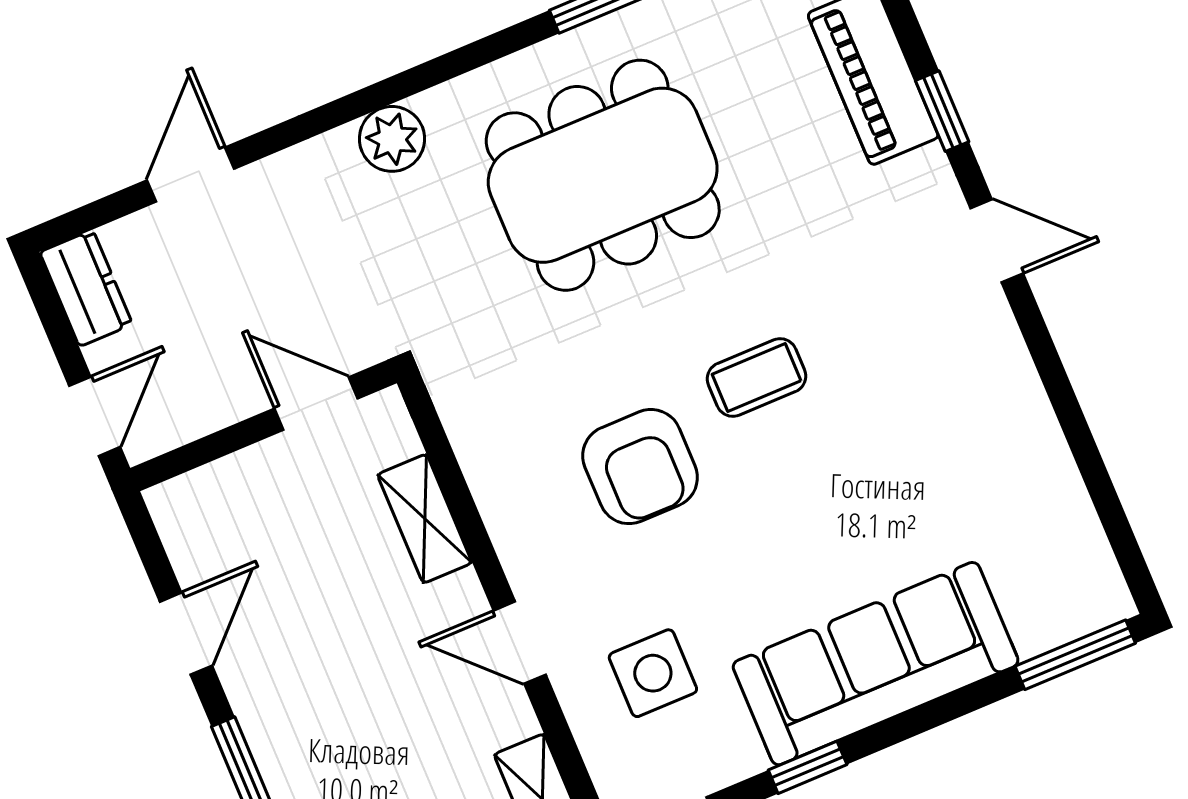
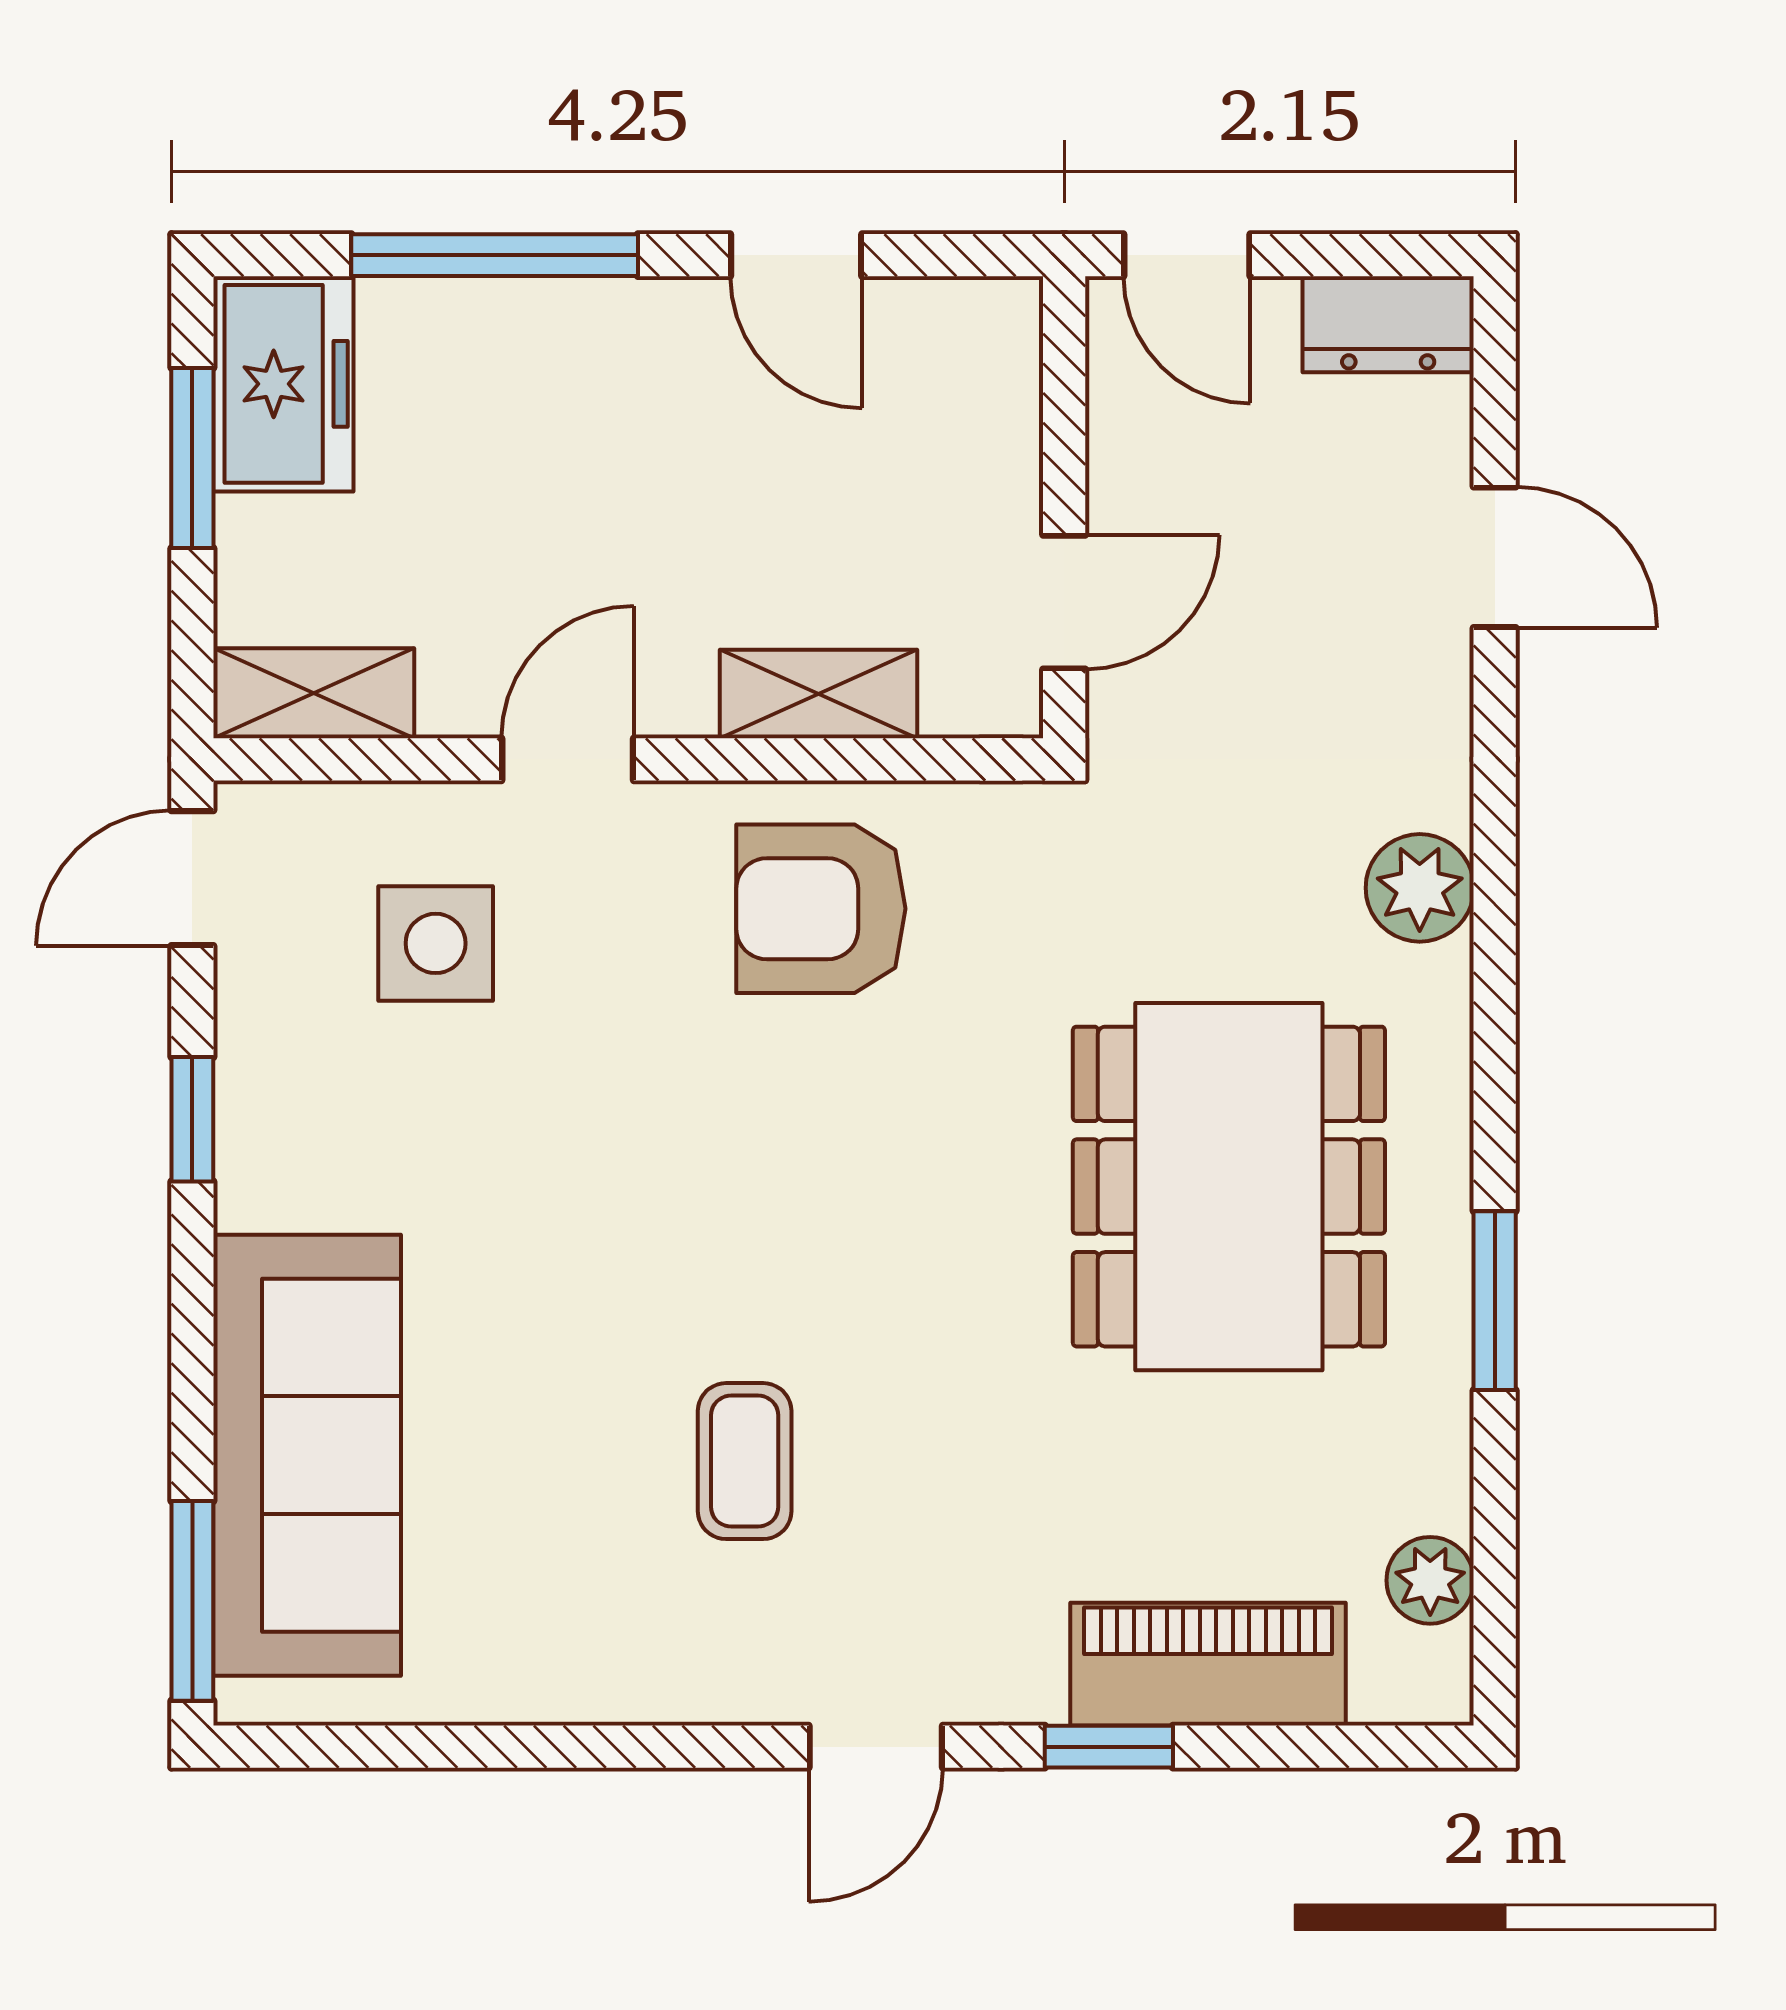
coffee table: (757, 378) -> (745, 1461), moved
armchair: (640, 467) -> (821, 909), moved
sofa: (876, 664) -> (307, 1455), moved

